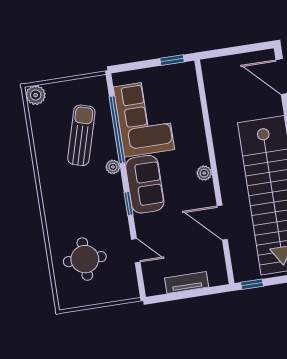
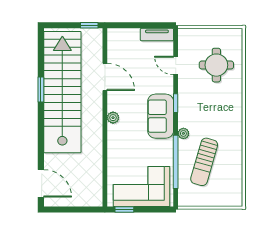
plant: (36, 95) -> (235, 199), removed
corner sofa: (144, 118) -> (141, 186), moved, turned 90
tv unit: (187, 283) -> (157, 35), moved

